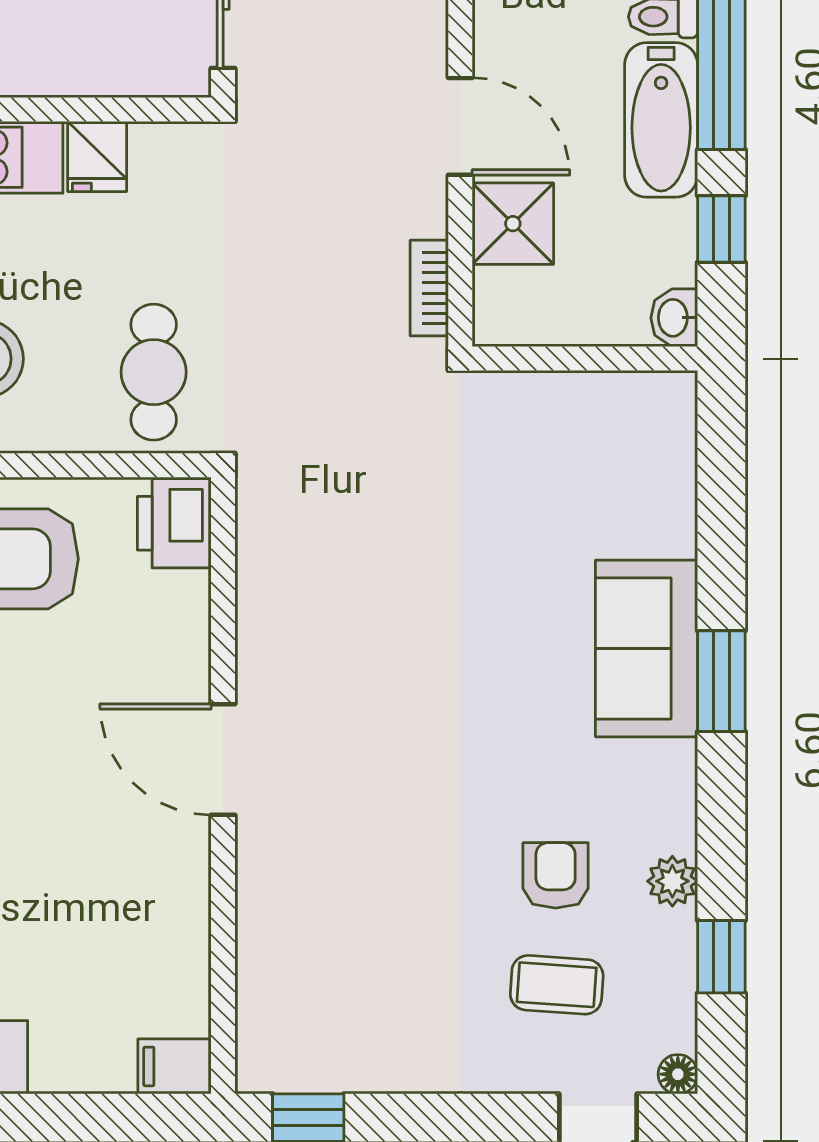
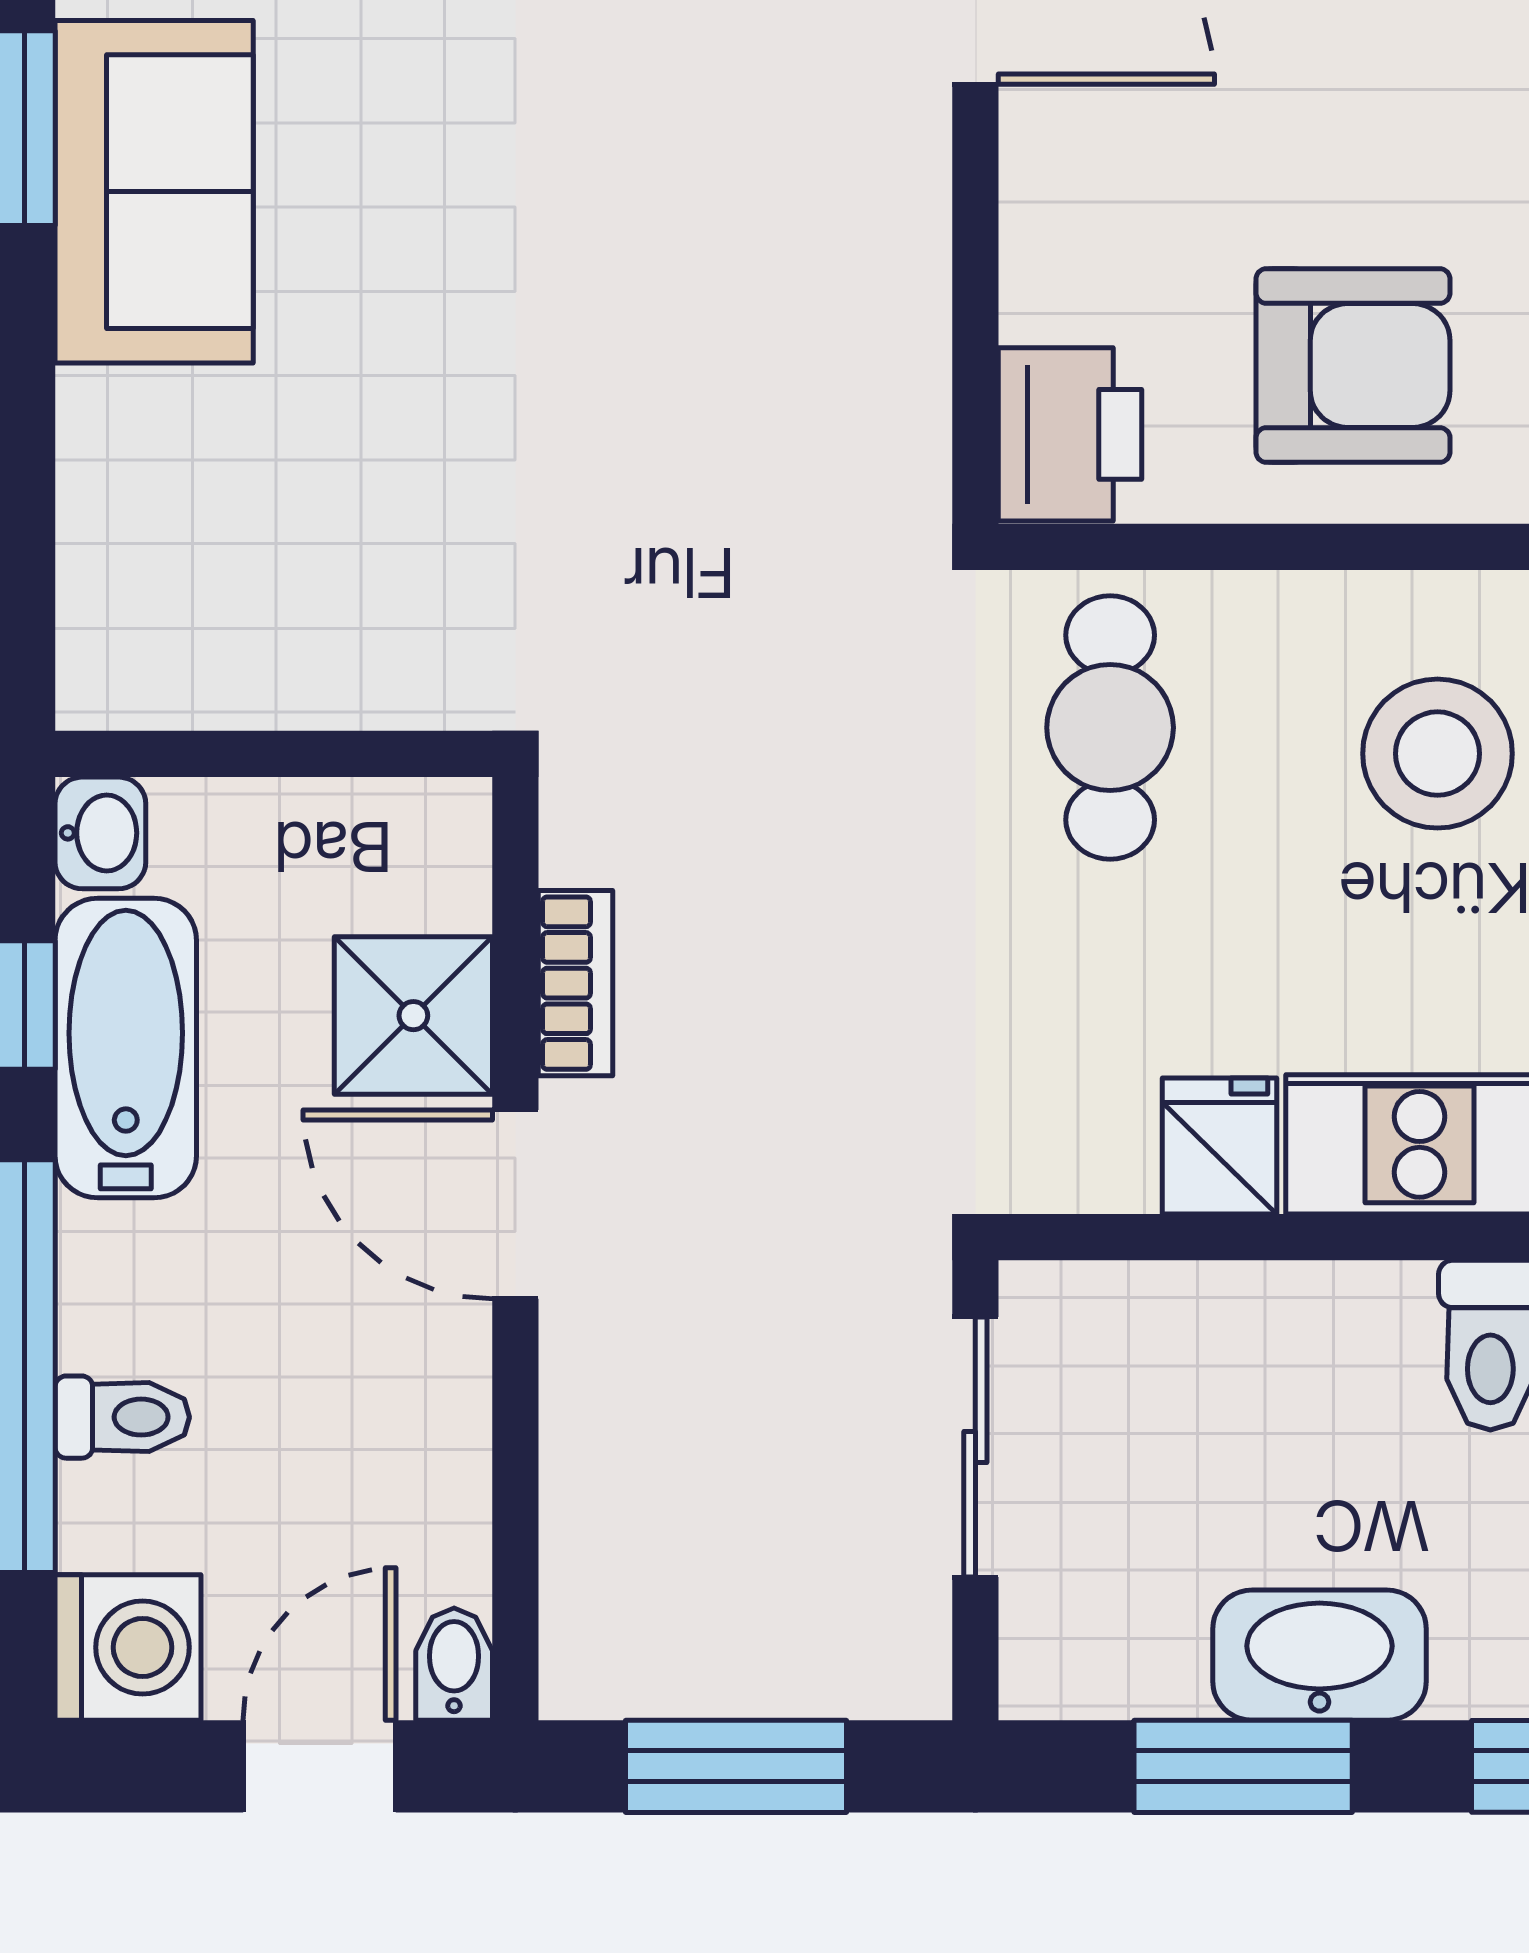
bathtub: (661, 120) -> (126, 1048), moved
bookcase: (429, 288) -> (575, 983), moved

